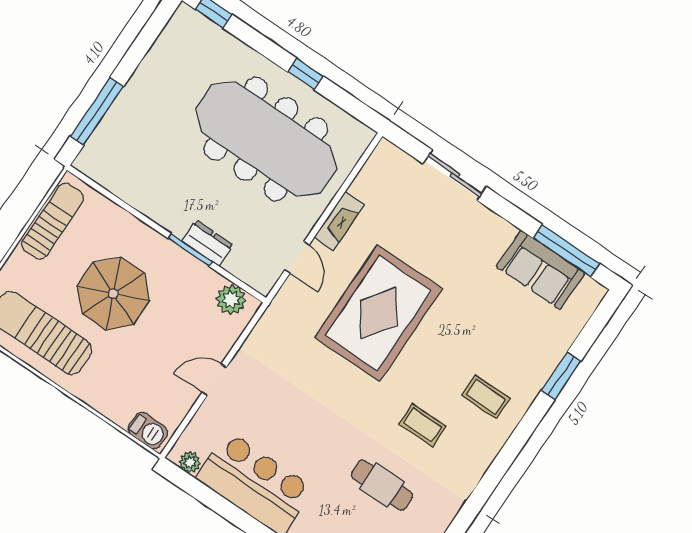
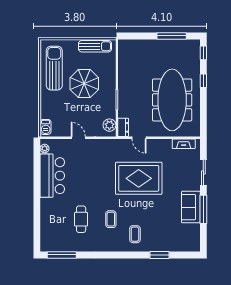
window: (306, 74) -> (203, 81), moved
window: (97, 111) -> (172, 36), moved
fireplace: (339, 221) -> (184, 144), moved
dresser: (207, 243) -> (123, 127), moved
window: (566, 251) -> (203, 209), moved
door: (297, 257) -> (139, 138), hinge flipped
sofa: (541, 270) -> (191, 207), moved

